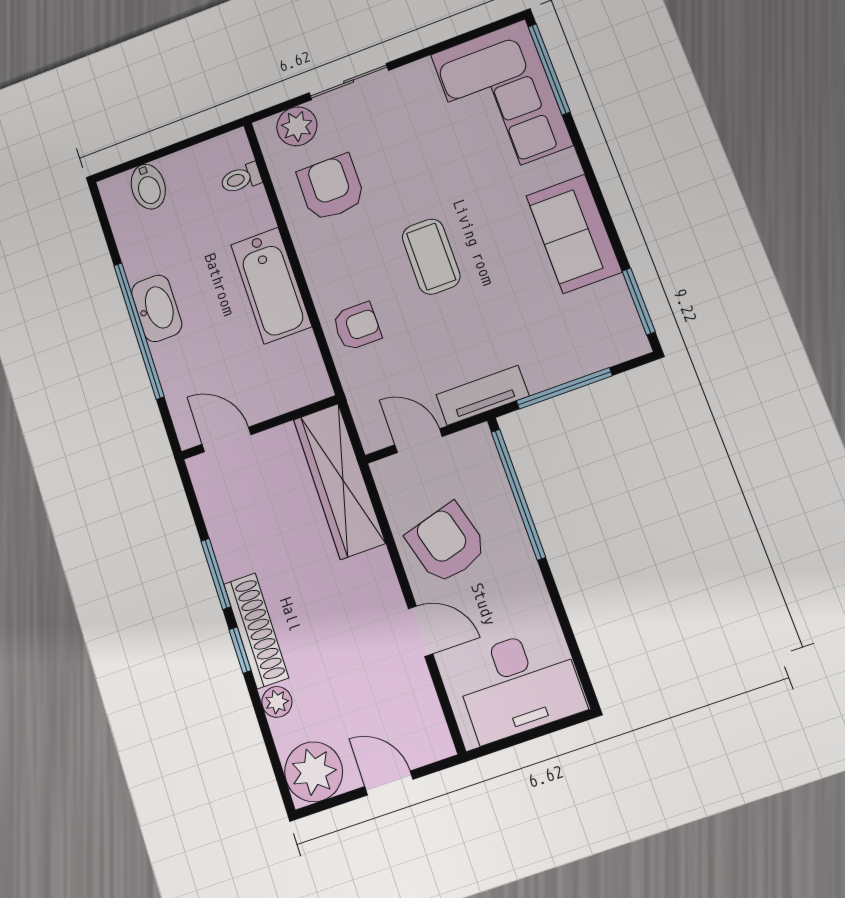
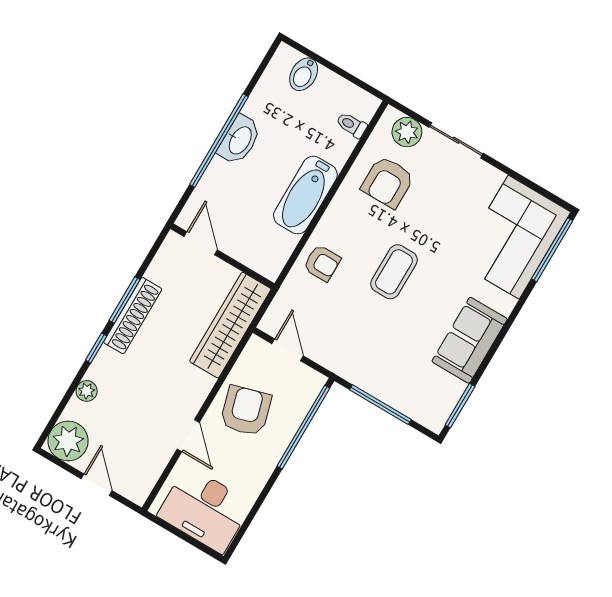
armchair: (331, 188) -> (388, 182), turned 180
tv unit: (483, 395) -> (341, 364), removed
shoe rack: (256, 631) -> (133, 316), moved

